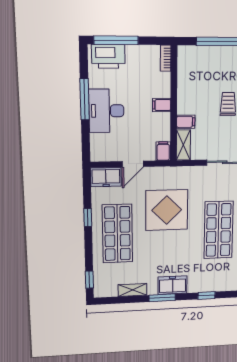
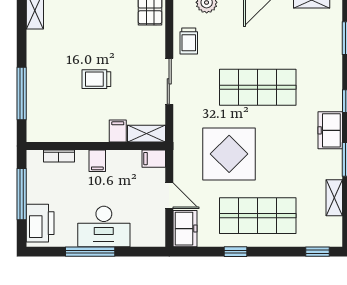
window: (116, 40) -> (22, 194), moved
bookcase: (166, 58) -> (59, 156), moved
freezer: (173, 285) -> (330, 130), moved

